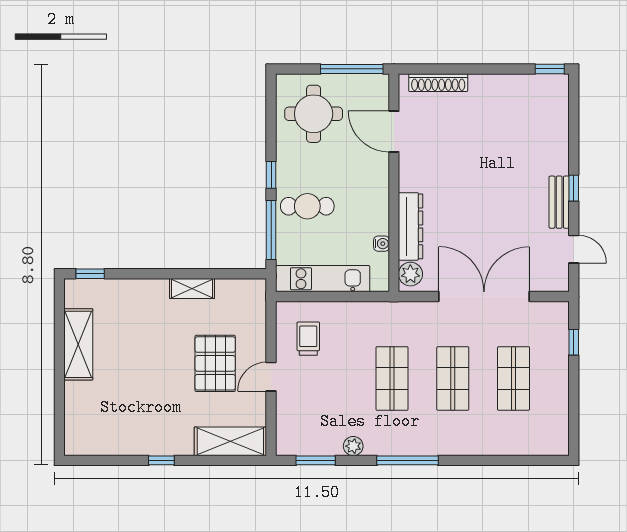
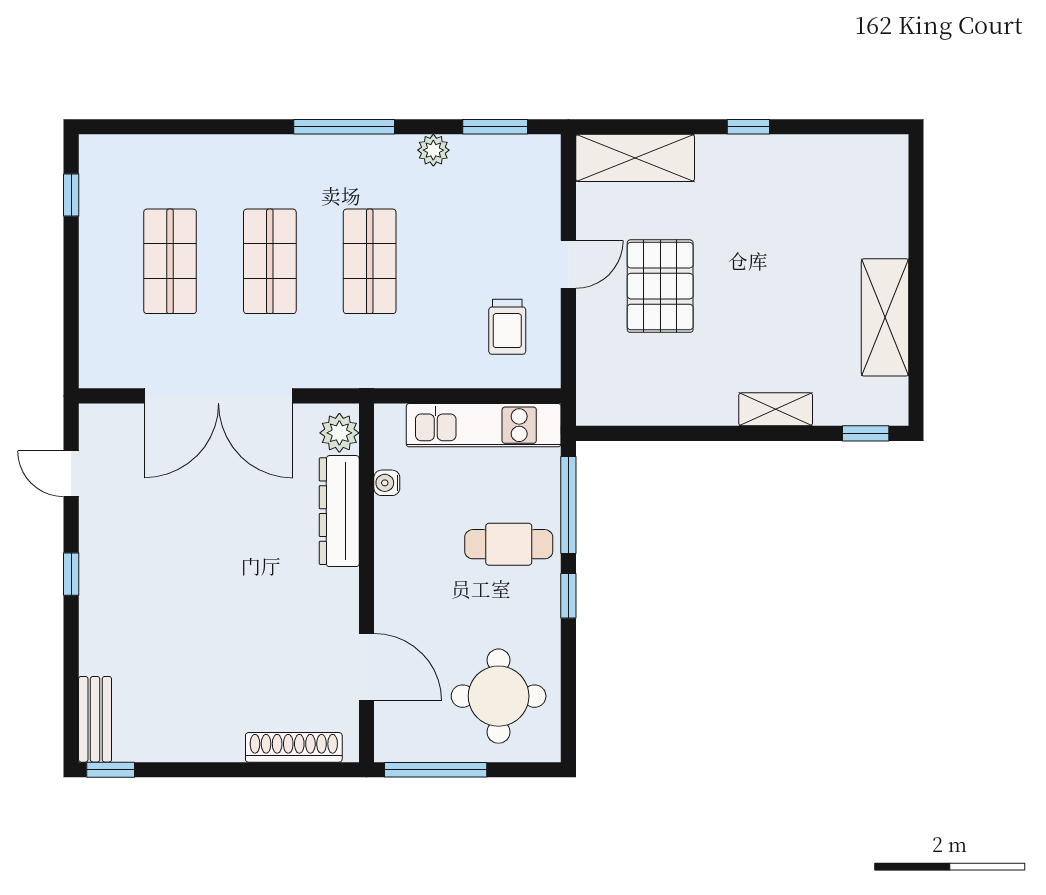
bench: (559, 202) -> (95, 719), moved
shelving: (192, 288) -> (776, 409), moved
window: (574, 342) -> (71, 195), moved

